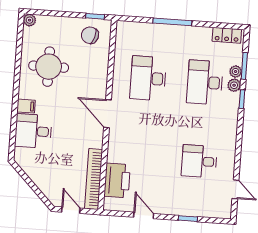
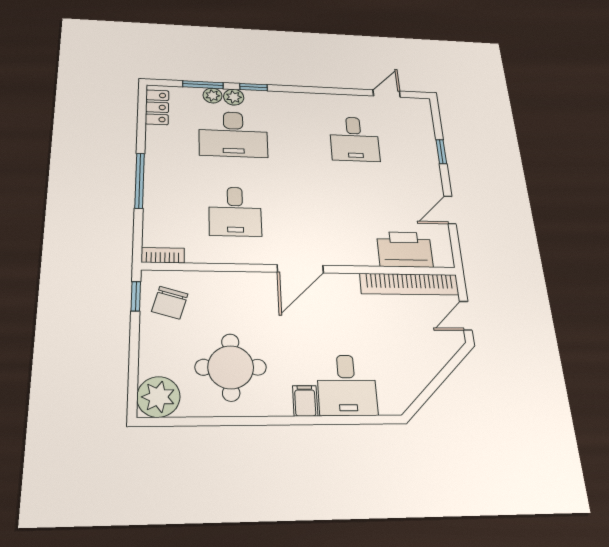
plant: (30, 20) -> (158, 397), width x1.88, depth x1.88
bookcase: (121, 33) -> (163, 255), added
desk: (148, 78) -> (235, 212), width x0.73

